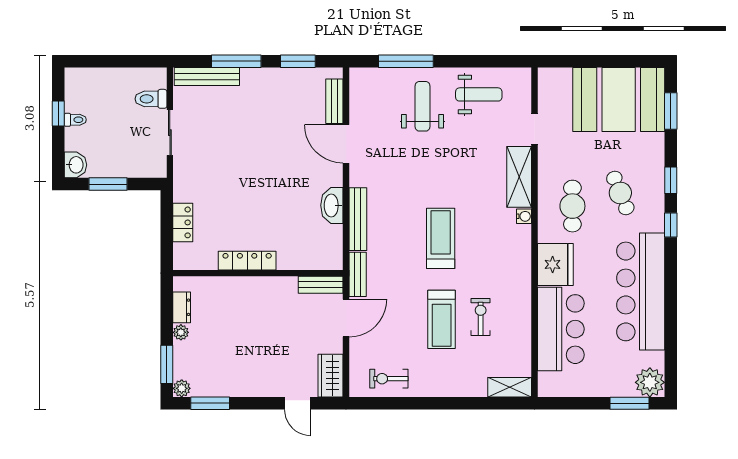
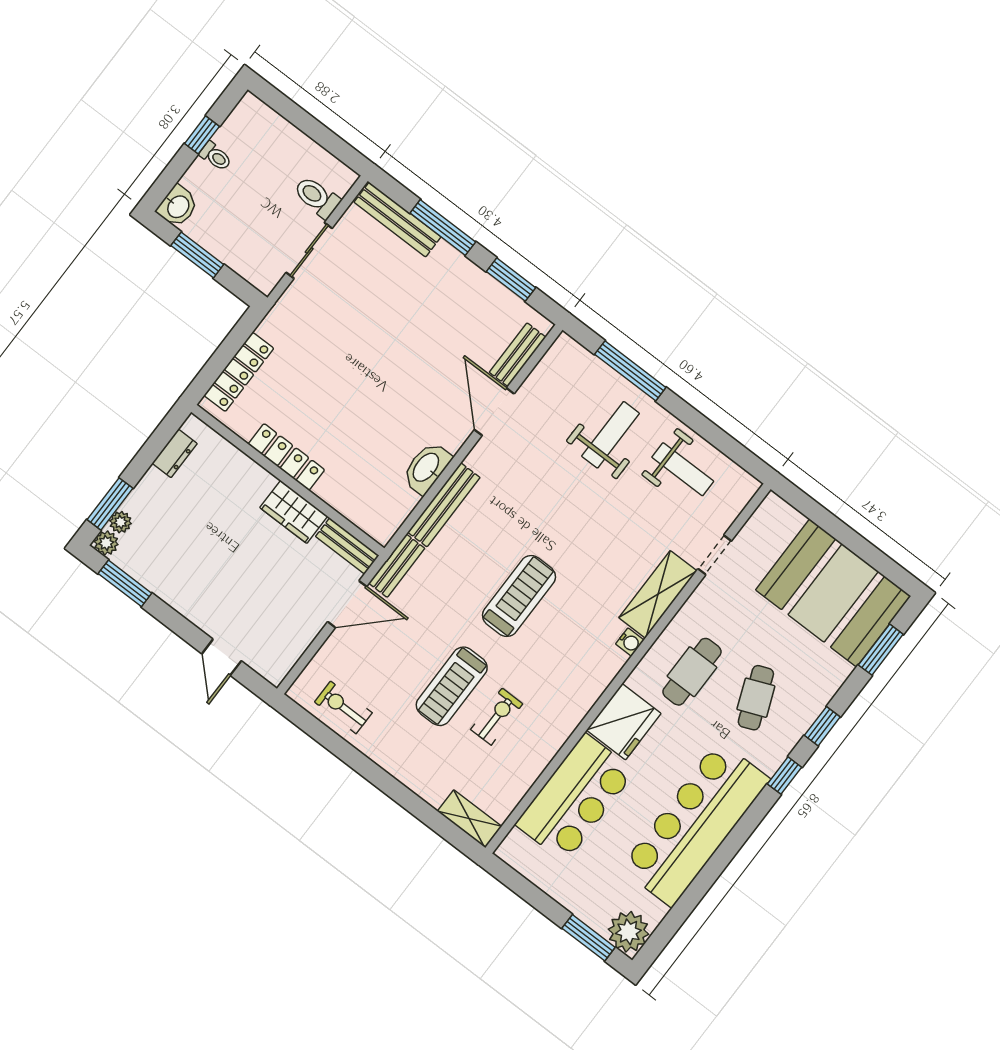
locker: (183, 222) -> (239, 372), width x1.53
plant: (181, 332) -> (121, 522), moved
wardrobe: (331, 376) -> (294, 512), moved, turned -90

